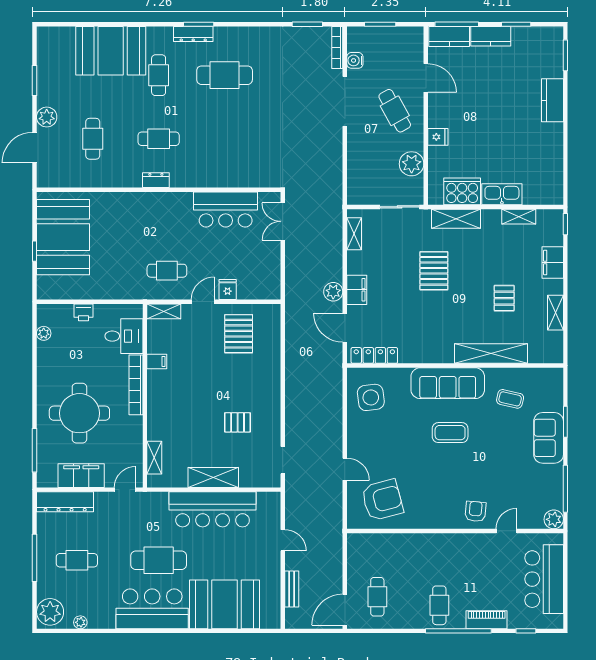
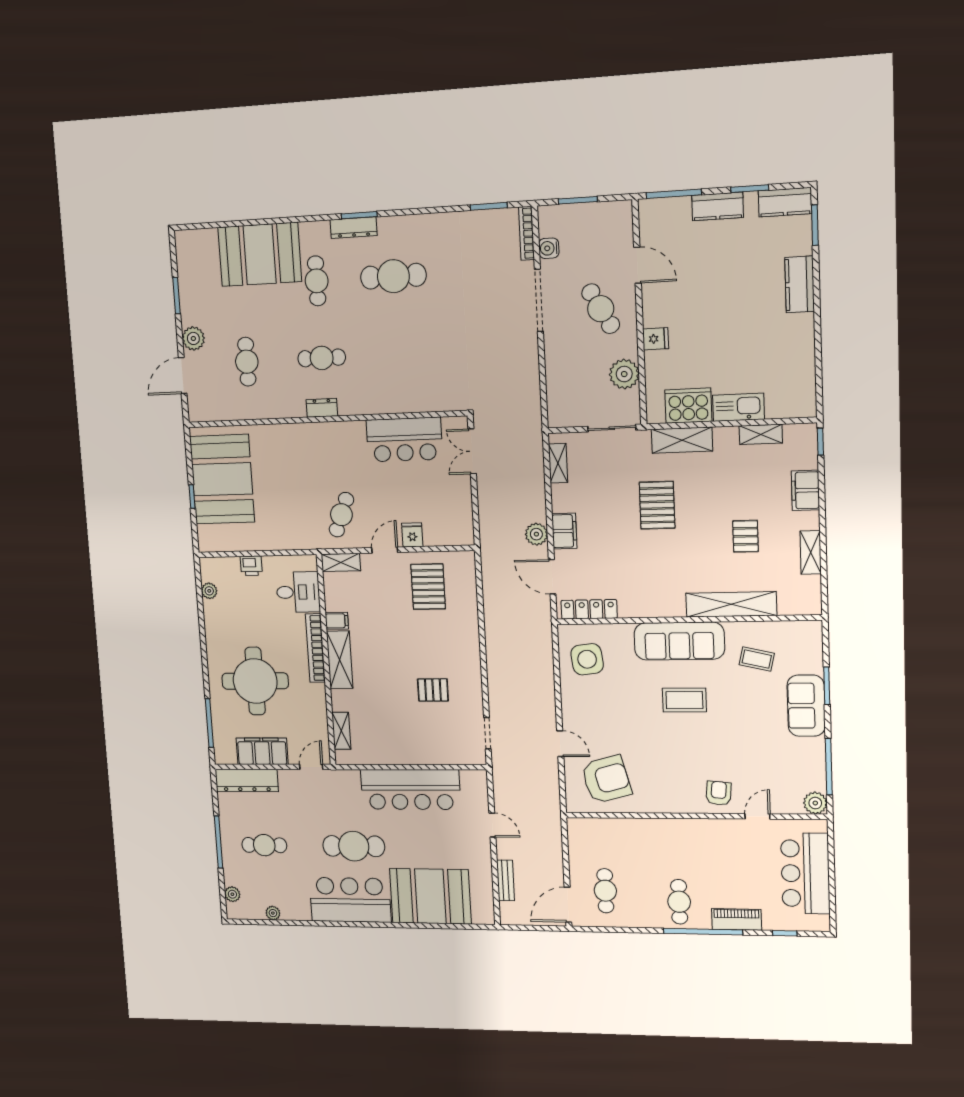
kitchen counter: (449, 36) -> (785, 202), moved
cafe table: (167, 271) -> (341, 515), turned -69
shelving: (213, 477) -> (340, 660), moved, turned 90
plant: (50, 612) -> (232, 894), width x0.53, depth x0.53

